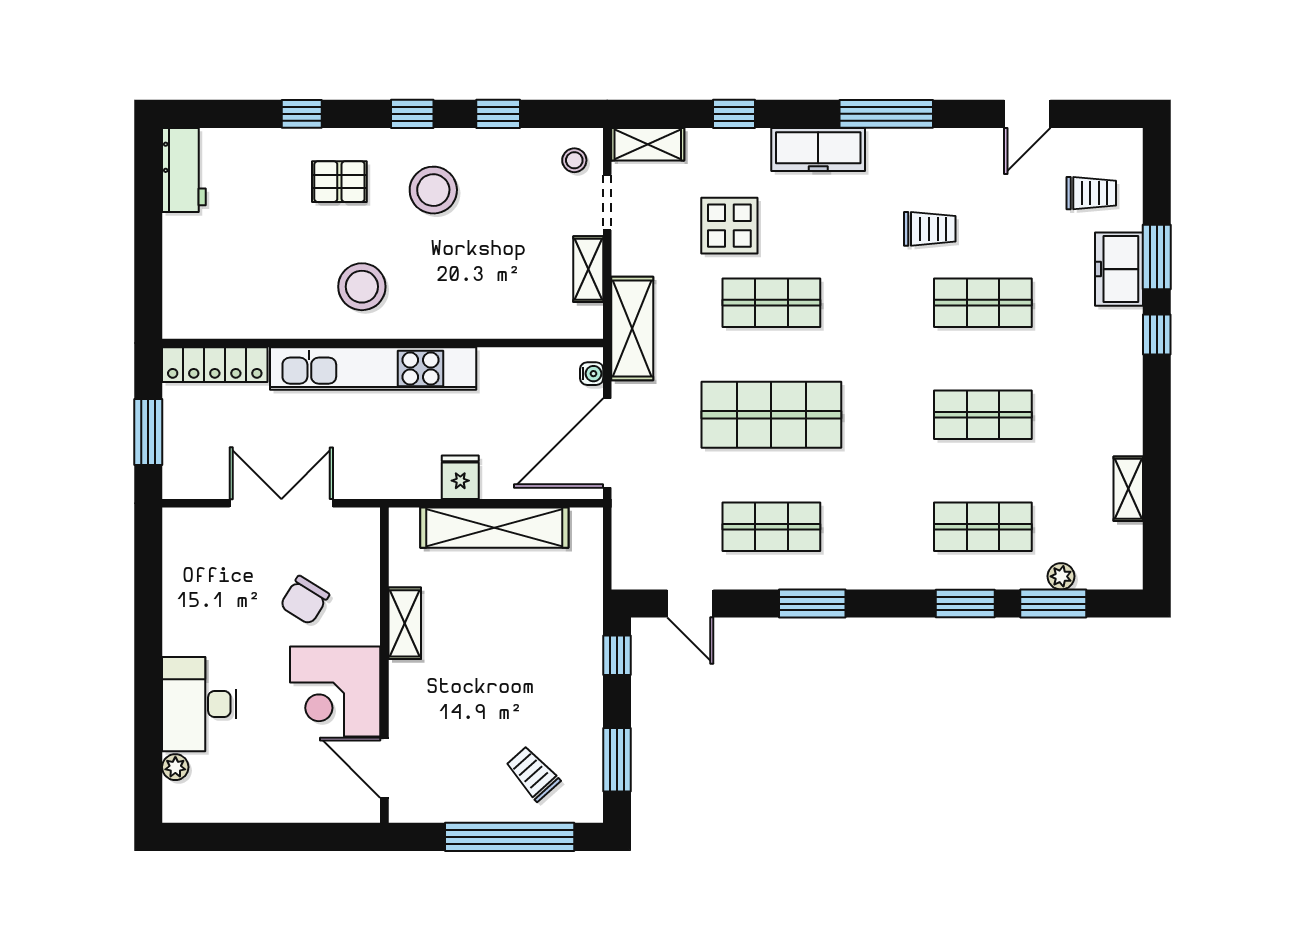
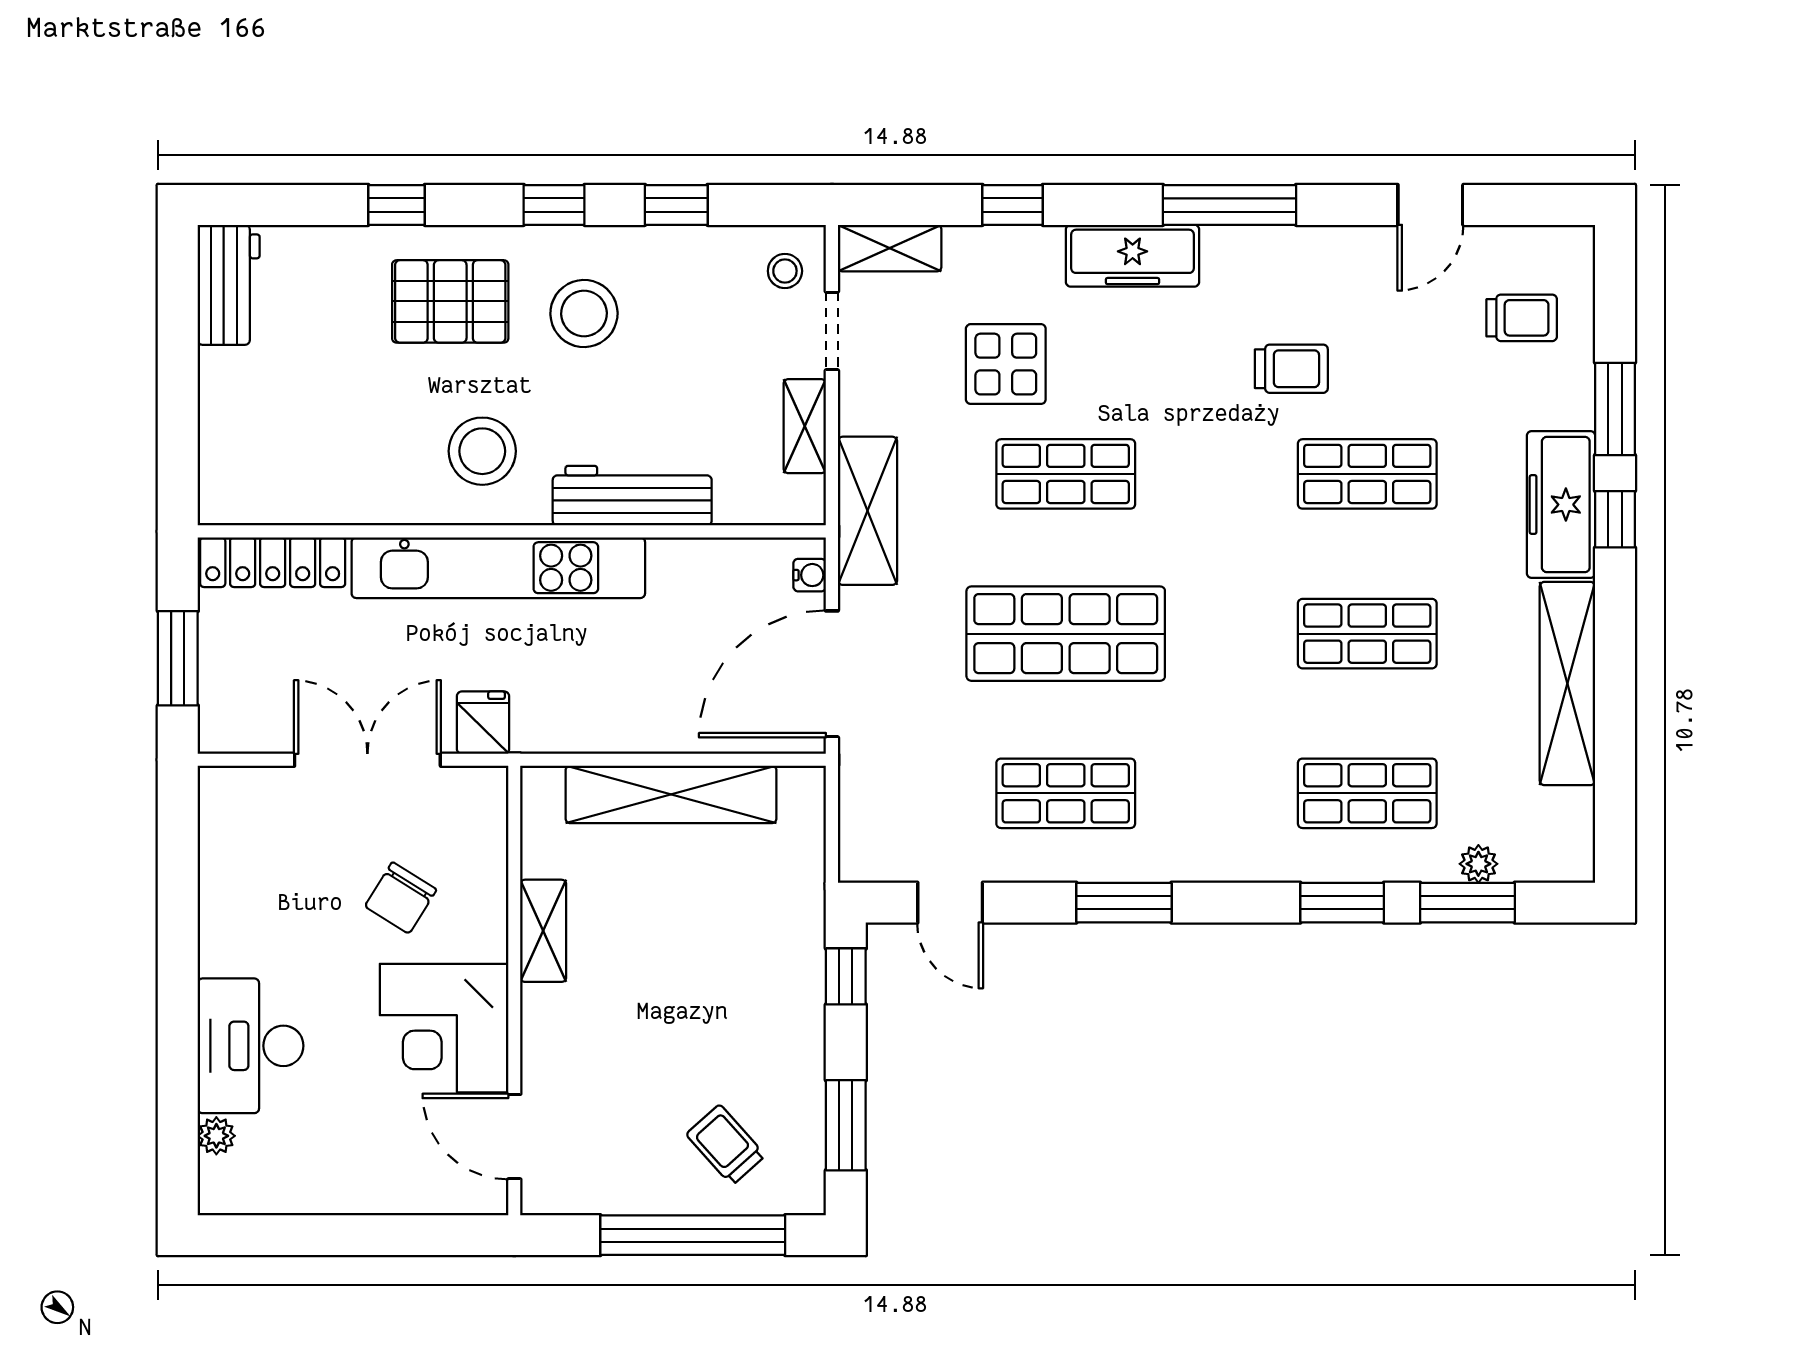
pallet: (339, 182) -> (450, 301), width x1.50, depth x1.42
freezer: (1119, 269) -> (1561, 505), moved, width x1.40
workbench: (467, 318) -> (632, 496), added
fridge: (460, 477) -> (483, 723), moved
shelving: (1128, 489) -> (1567, 684), width x2.20, depth x1.33

